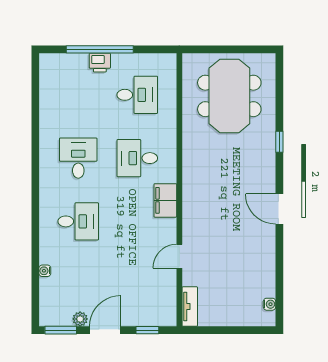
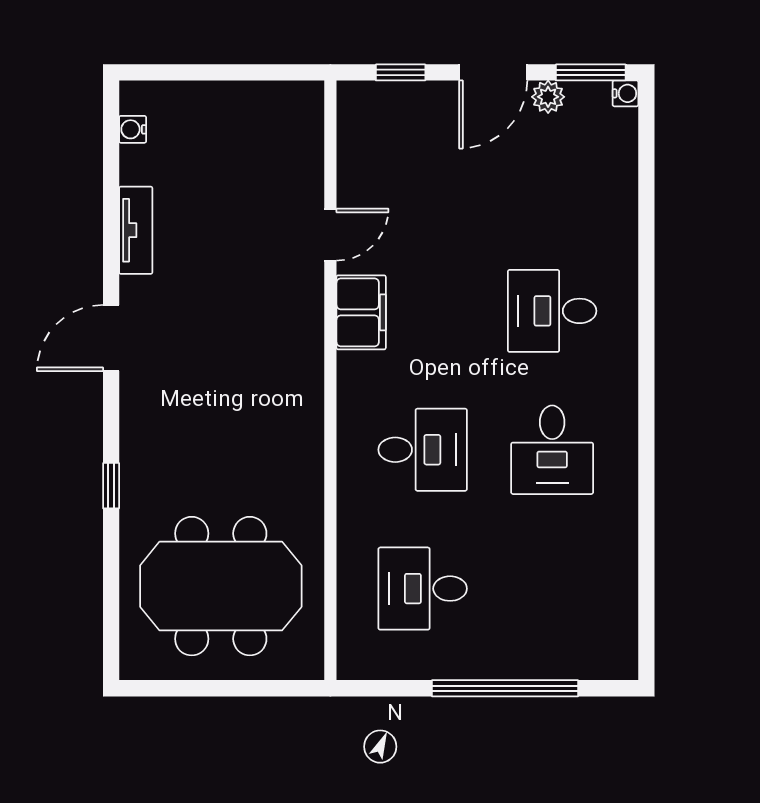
printer: (100, 63) -> (505, 659), removed
meeting table: (229, 96) -> (221, 586), turned 90
filing cabinet: (165, 200) -> (361, 312), moved
door: (279, 209) -> (111, 338), swing flipped
water cooler: (45, 271) -> (625, 93), moved
tv unit: (190, 307) -> (136, 230), moved, turned 180

